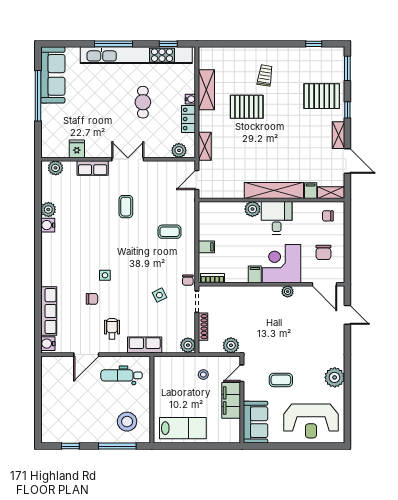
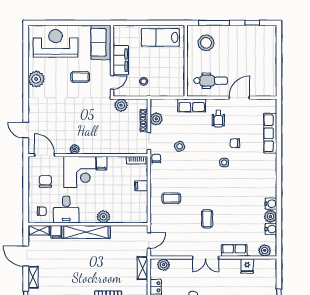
desk: (277, 218) -> (66, 210), moved
water cooler: (48, 344) -> (271, 229), moved
plant: (188, 345) -> (156, 119), moved

